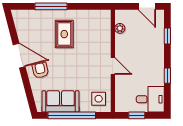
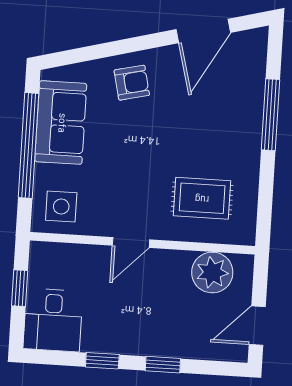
plant: (120, 28) -> (212, 272), width x1.87, depth x1.87
rug: (64, 34) -> (202, 198), moved
window: (167, 36) -> (163, 365), moved
door: (19, 56) -> (203, 31), moved

